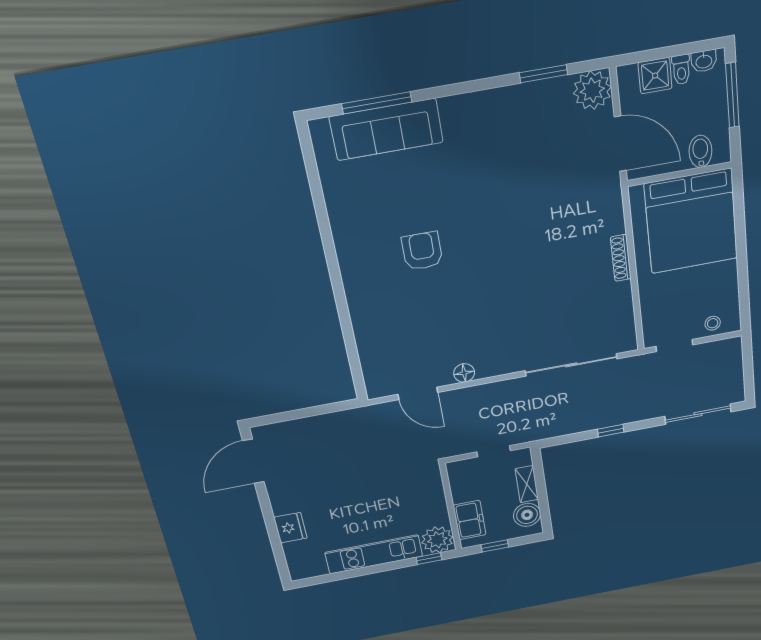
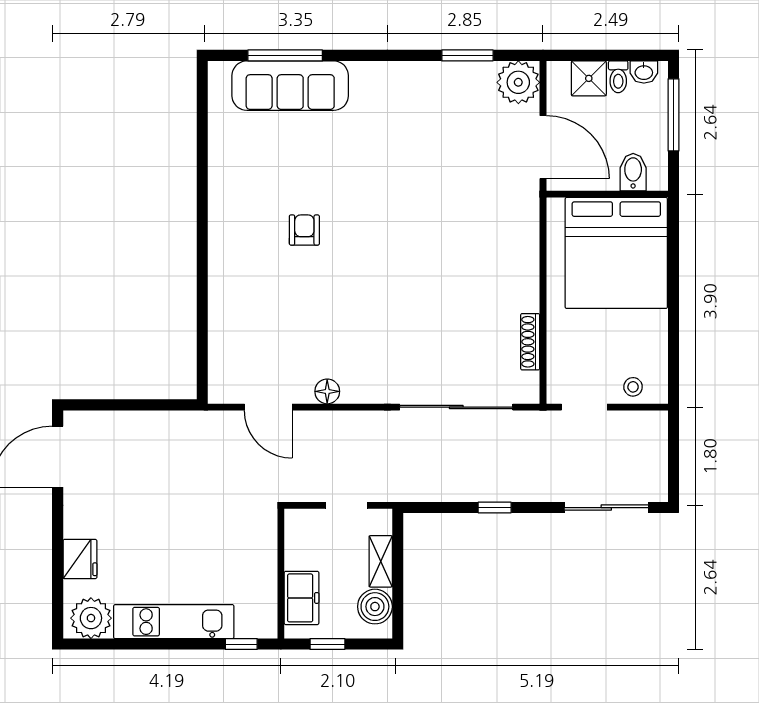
armchair: (422, 251) -> (304, 230), width x0.72, depth x0.72
shoe rack: (621, 258) -> (530, 342), moved
plant: (437, 540) -> (91, 618), moved

